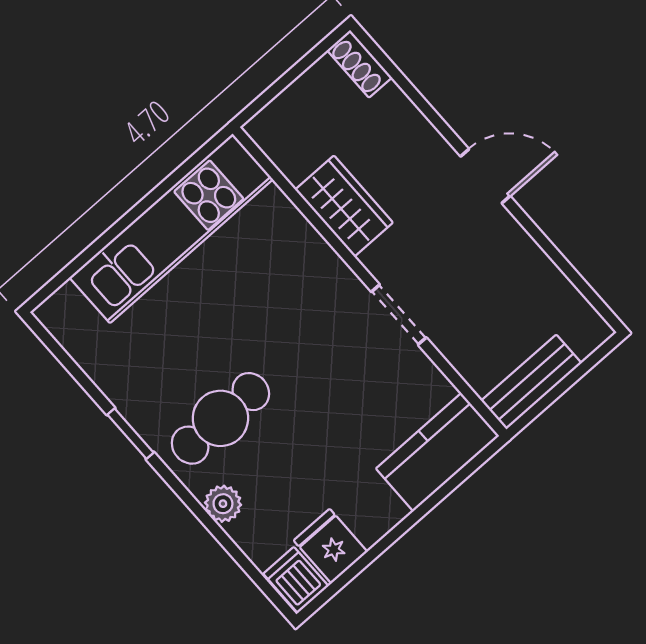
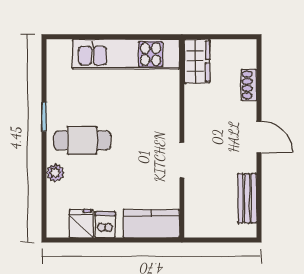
shoe rack: (359, 64) -> (249, 85), moved
wardrobe: (344, 206) -> (197, 61), moved
bench: (531, 382) -> (247, 198), moved, turned 90
dishwasher: (296, 580) -> (105, 225), moved

